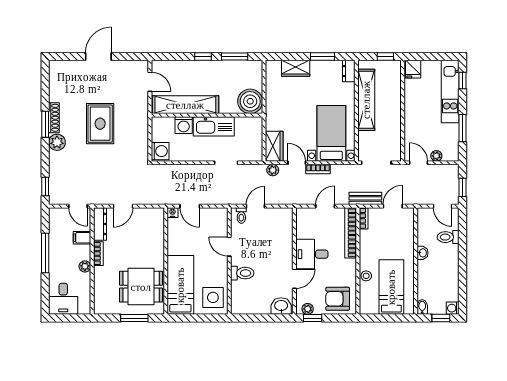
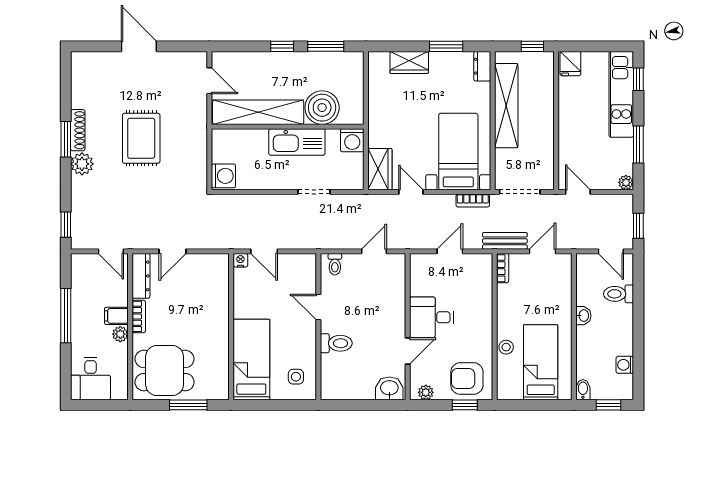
door: (98, 57) -> (139, 46), hinge flipped
boiler: (250, 101) -> (322, 108), moved
washing machine: (184, 125) -> (352, 140), moved
plant: (436, 156) -> (626, 182), moved
bookcase: (318, 169) -> (473, 201), moved
plant: (273, 170) -> (378, 202), removed
door: (255, 206) -> (374, 251), moved
bookcase: (351, 233) -> (485, 288), removed
filing cabinet: (82, 238) -> (116, 316), moved
dining table: (141, 287) -> (165, 371), moved
side table: (213, 297) -> (296, 377), width x0.54, depth x0.54
washing machine: (453, 308) -> (625, 365), moved
window: (313, 318) -> (465, 405), moved

